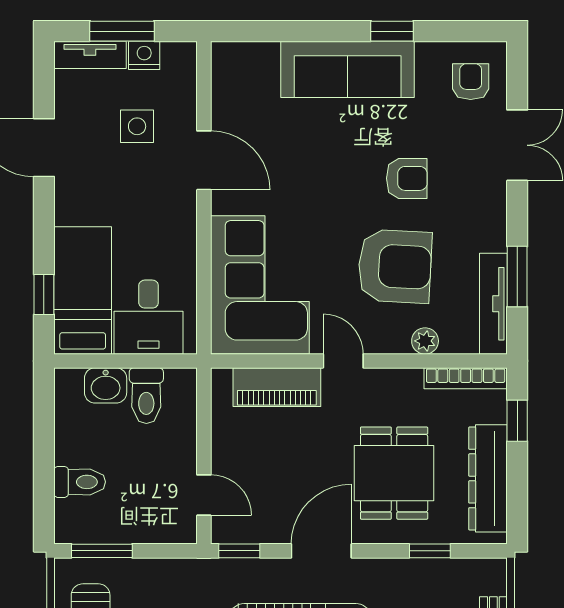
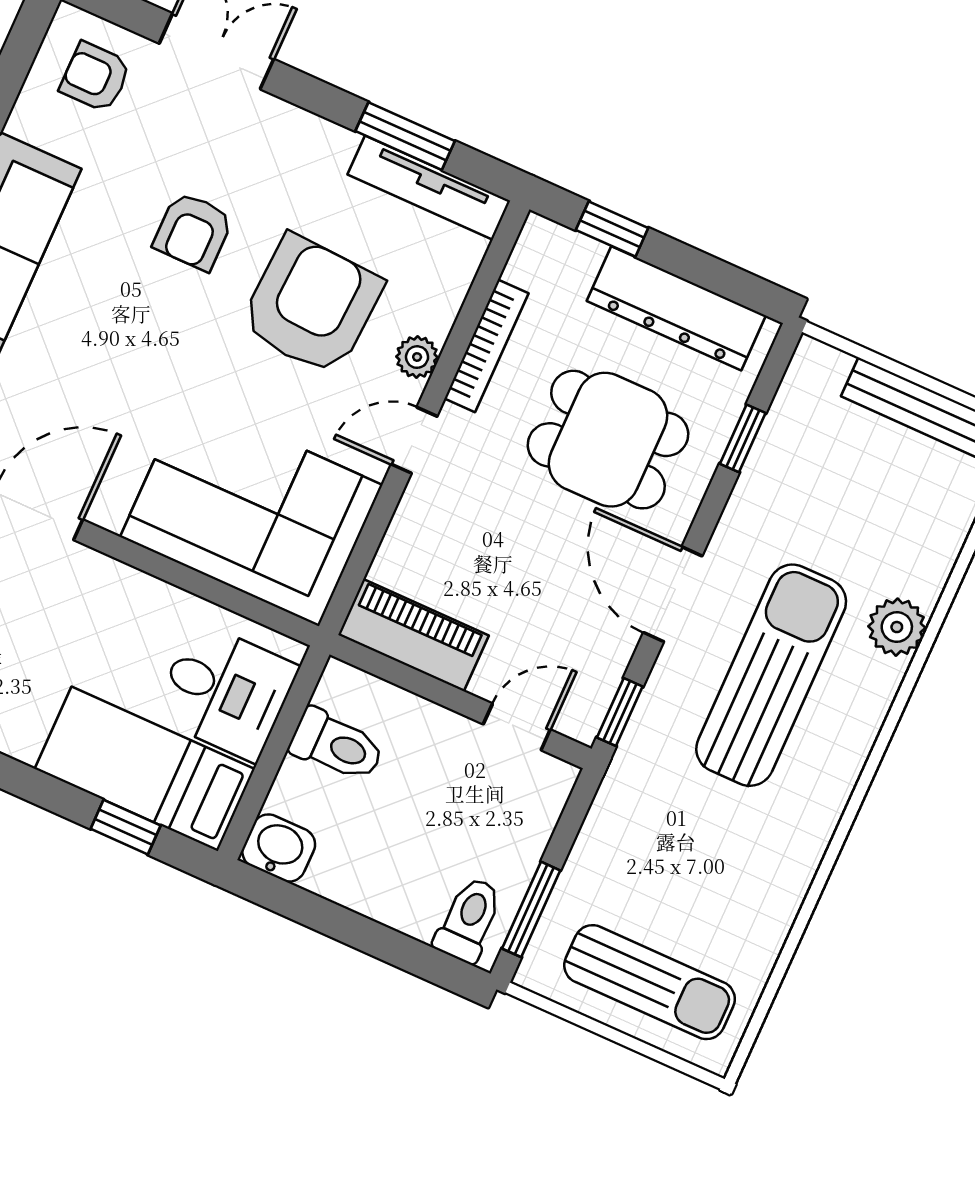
armchair: (407, 178) -> (193, 231), turned 180
plant: (425, 341) -> (417, 357), moved
bookcase: (466, 378) -> (486, 346), moved
washbasin: (106, 385) -> (279, 848), moved, turned -90
piano: (277, 387) -> (413, 635), moved, turned -90
toilet: (80, 482) -> (469, 920), moved

